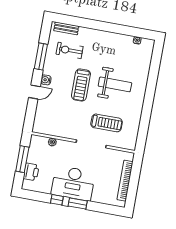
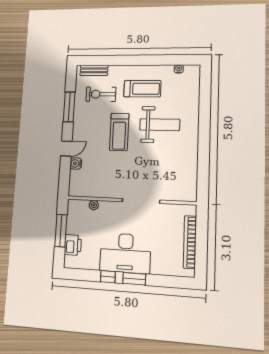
water cooler: (46, 80) -> (76, 163), moved
treadmill: (107, 123) -> (142, 89), moved

